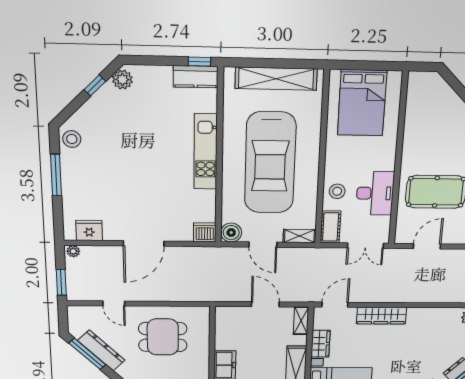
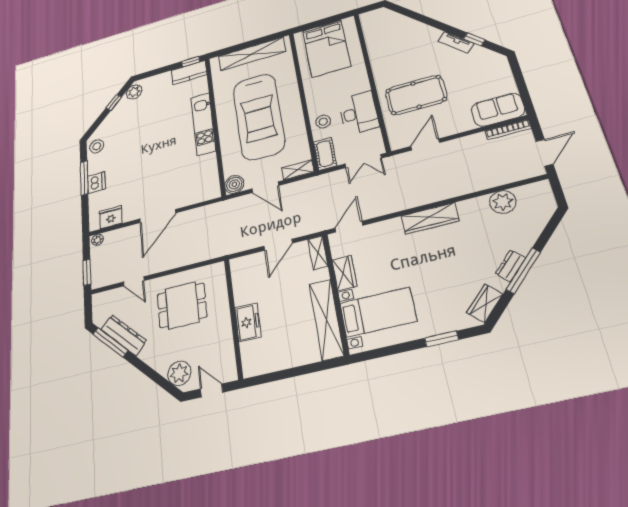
dishwasher: (205, 232) -> (96, 183), moved, turned 90
door: (265, 304) -> (278, 245), swing flipped
wardrobe: (381, 316) -> (430, 218), moved

